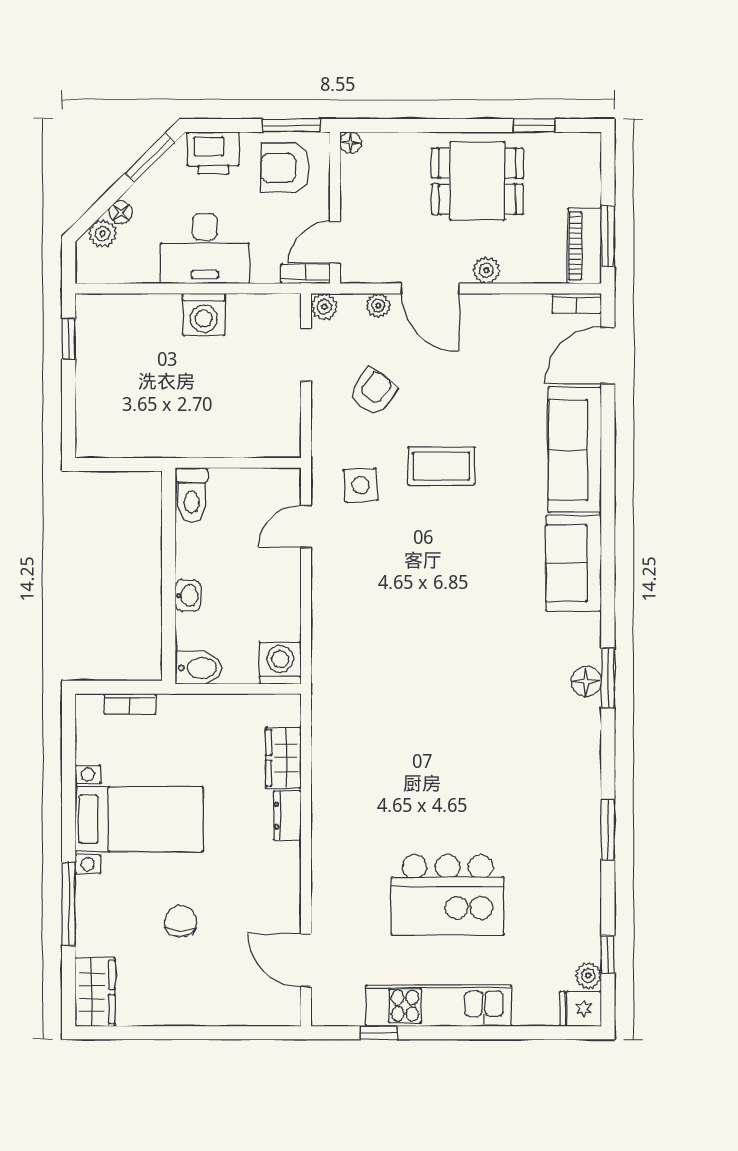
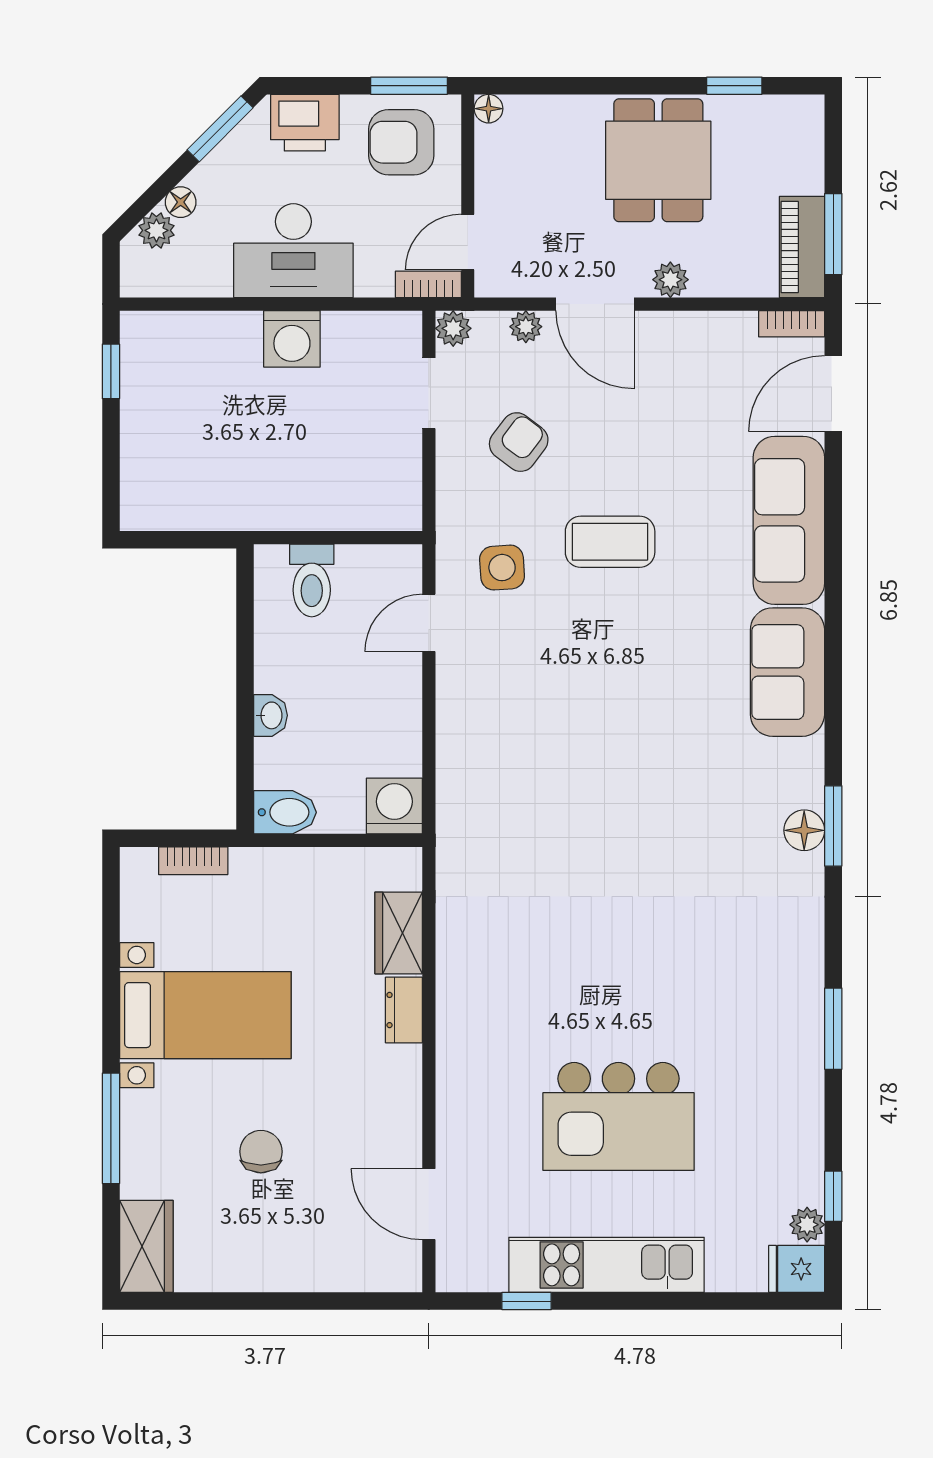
dining table: (477, 181) -> (658, 160), turned 90
toilet: (192, 495) -> (312, 580), moved

